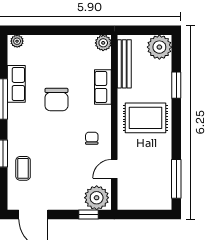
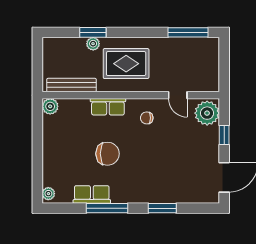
plant: (159, 47) -> (93, 44), moved, width x0.53, depth x0.53
row of seats: (103, 87) -> (108, 107), moved
rug: (145, 118) -> (126, 64), turned 90
coffee table: (23, 168) -> (177, 188), removed
window: (89, 215) -> (224, 135), moved

